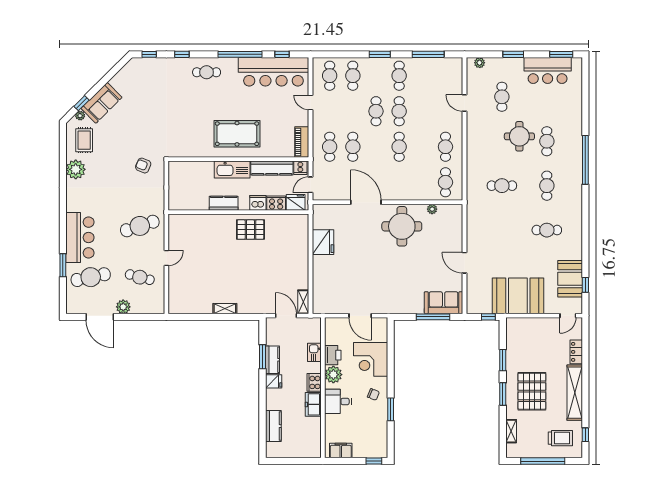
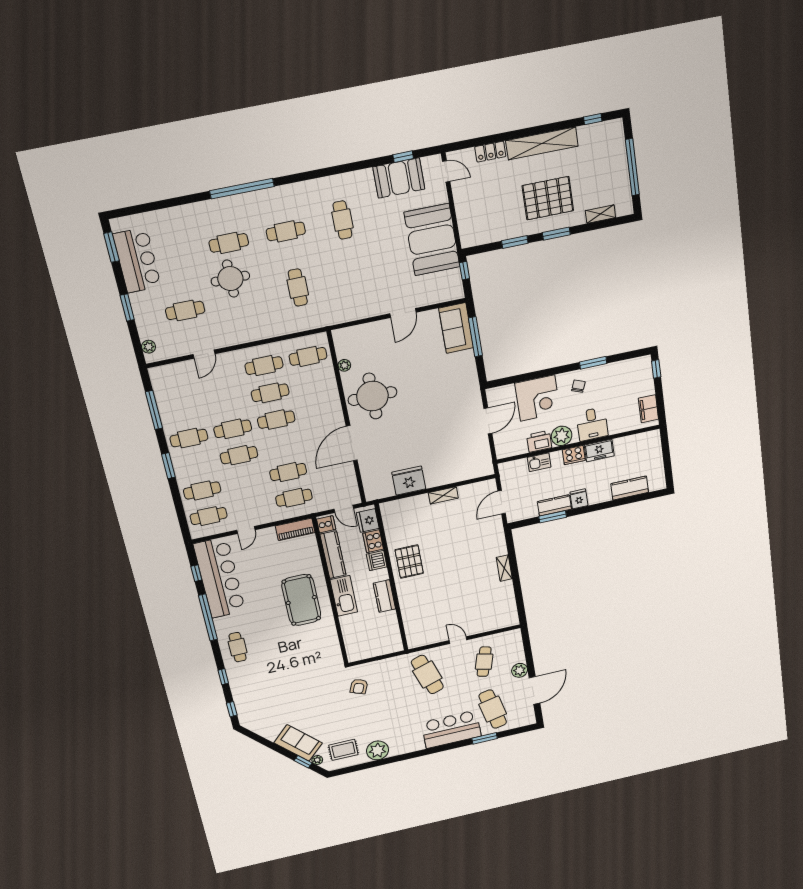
cafe table: (422, 147) -> (270, 393), added
shelving: (303, 302) -> (443, 495), moved
trolley: (560, 438) -> (601, 150), removed

